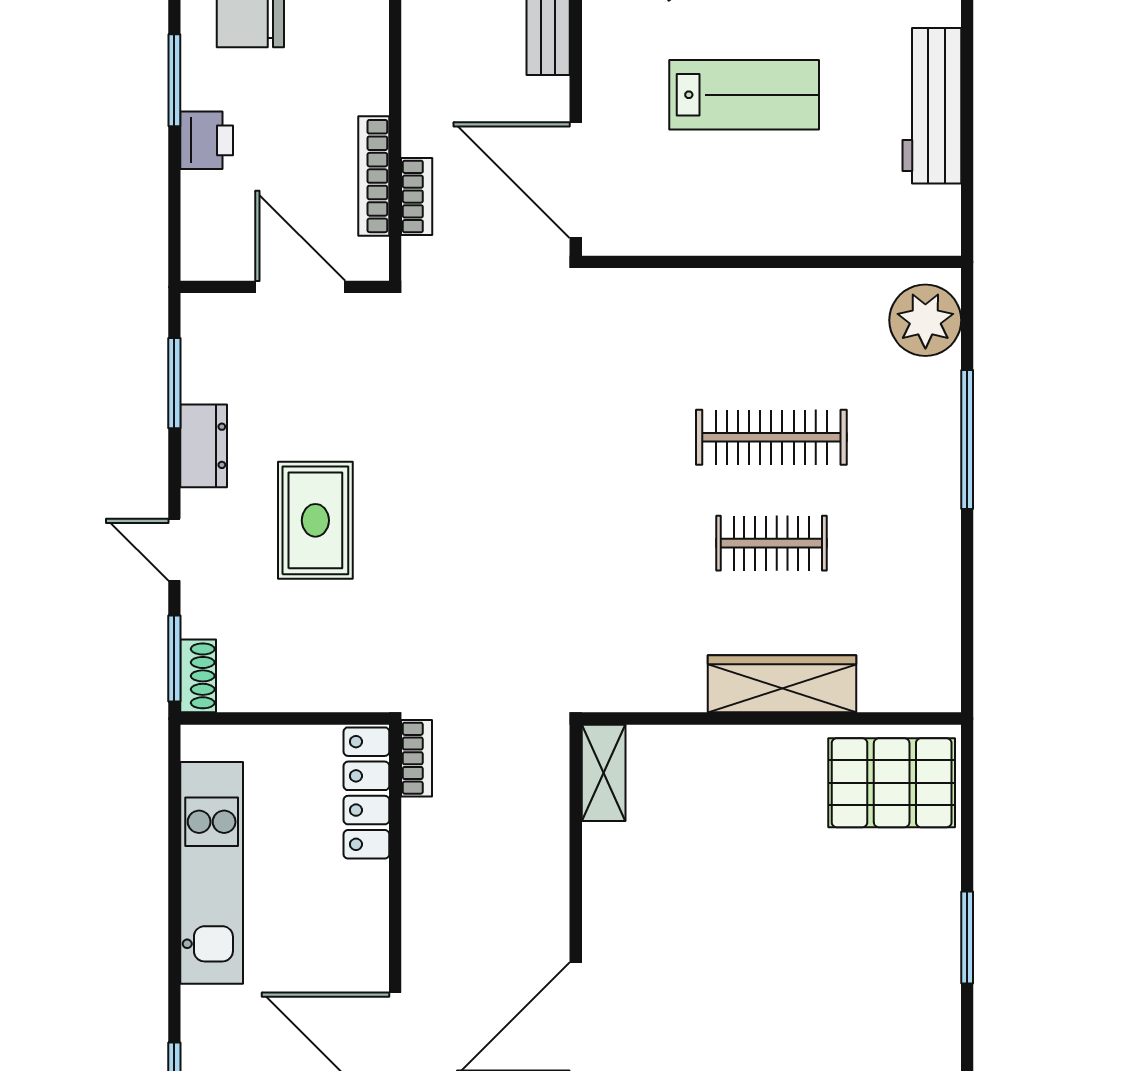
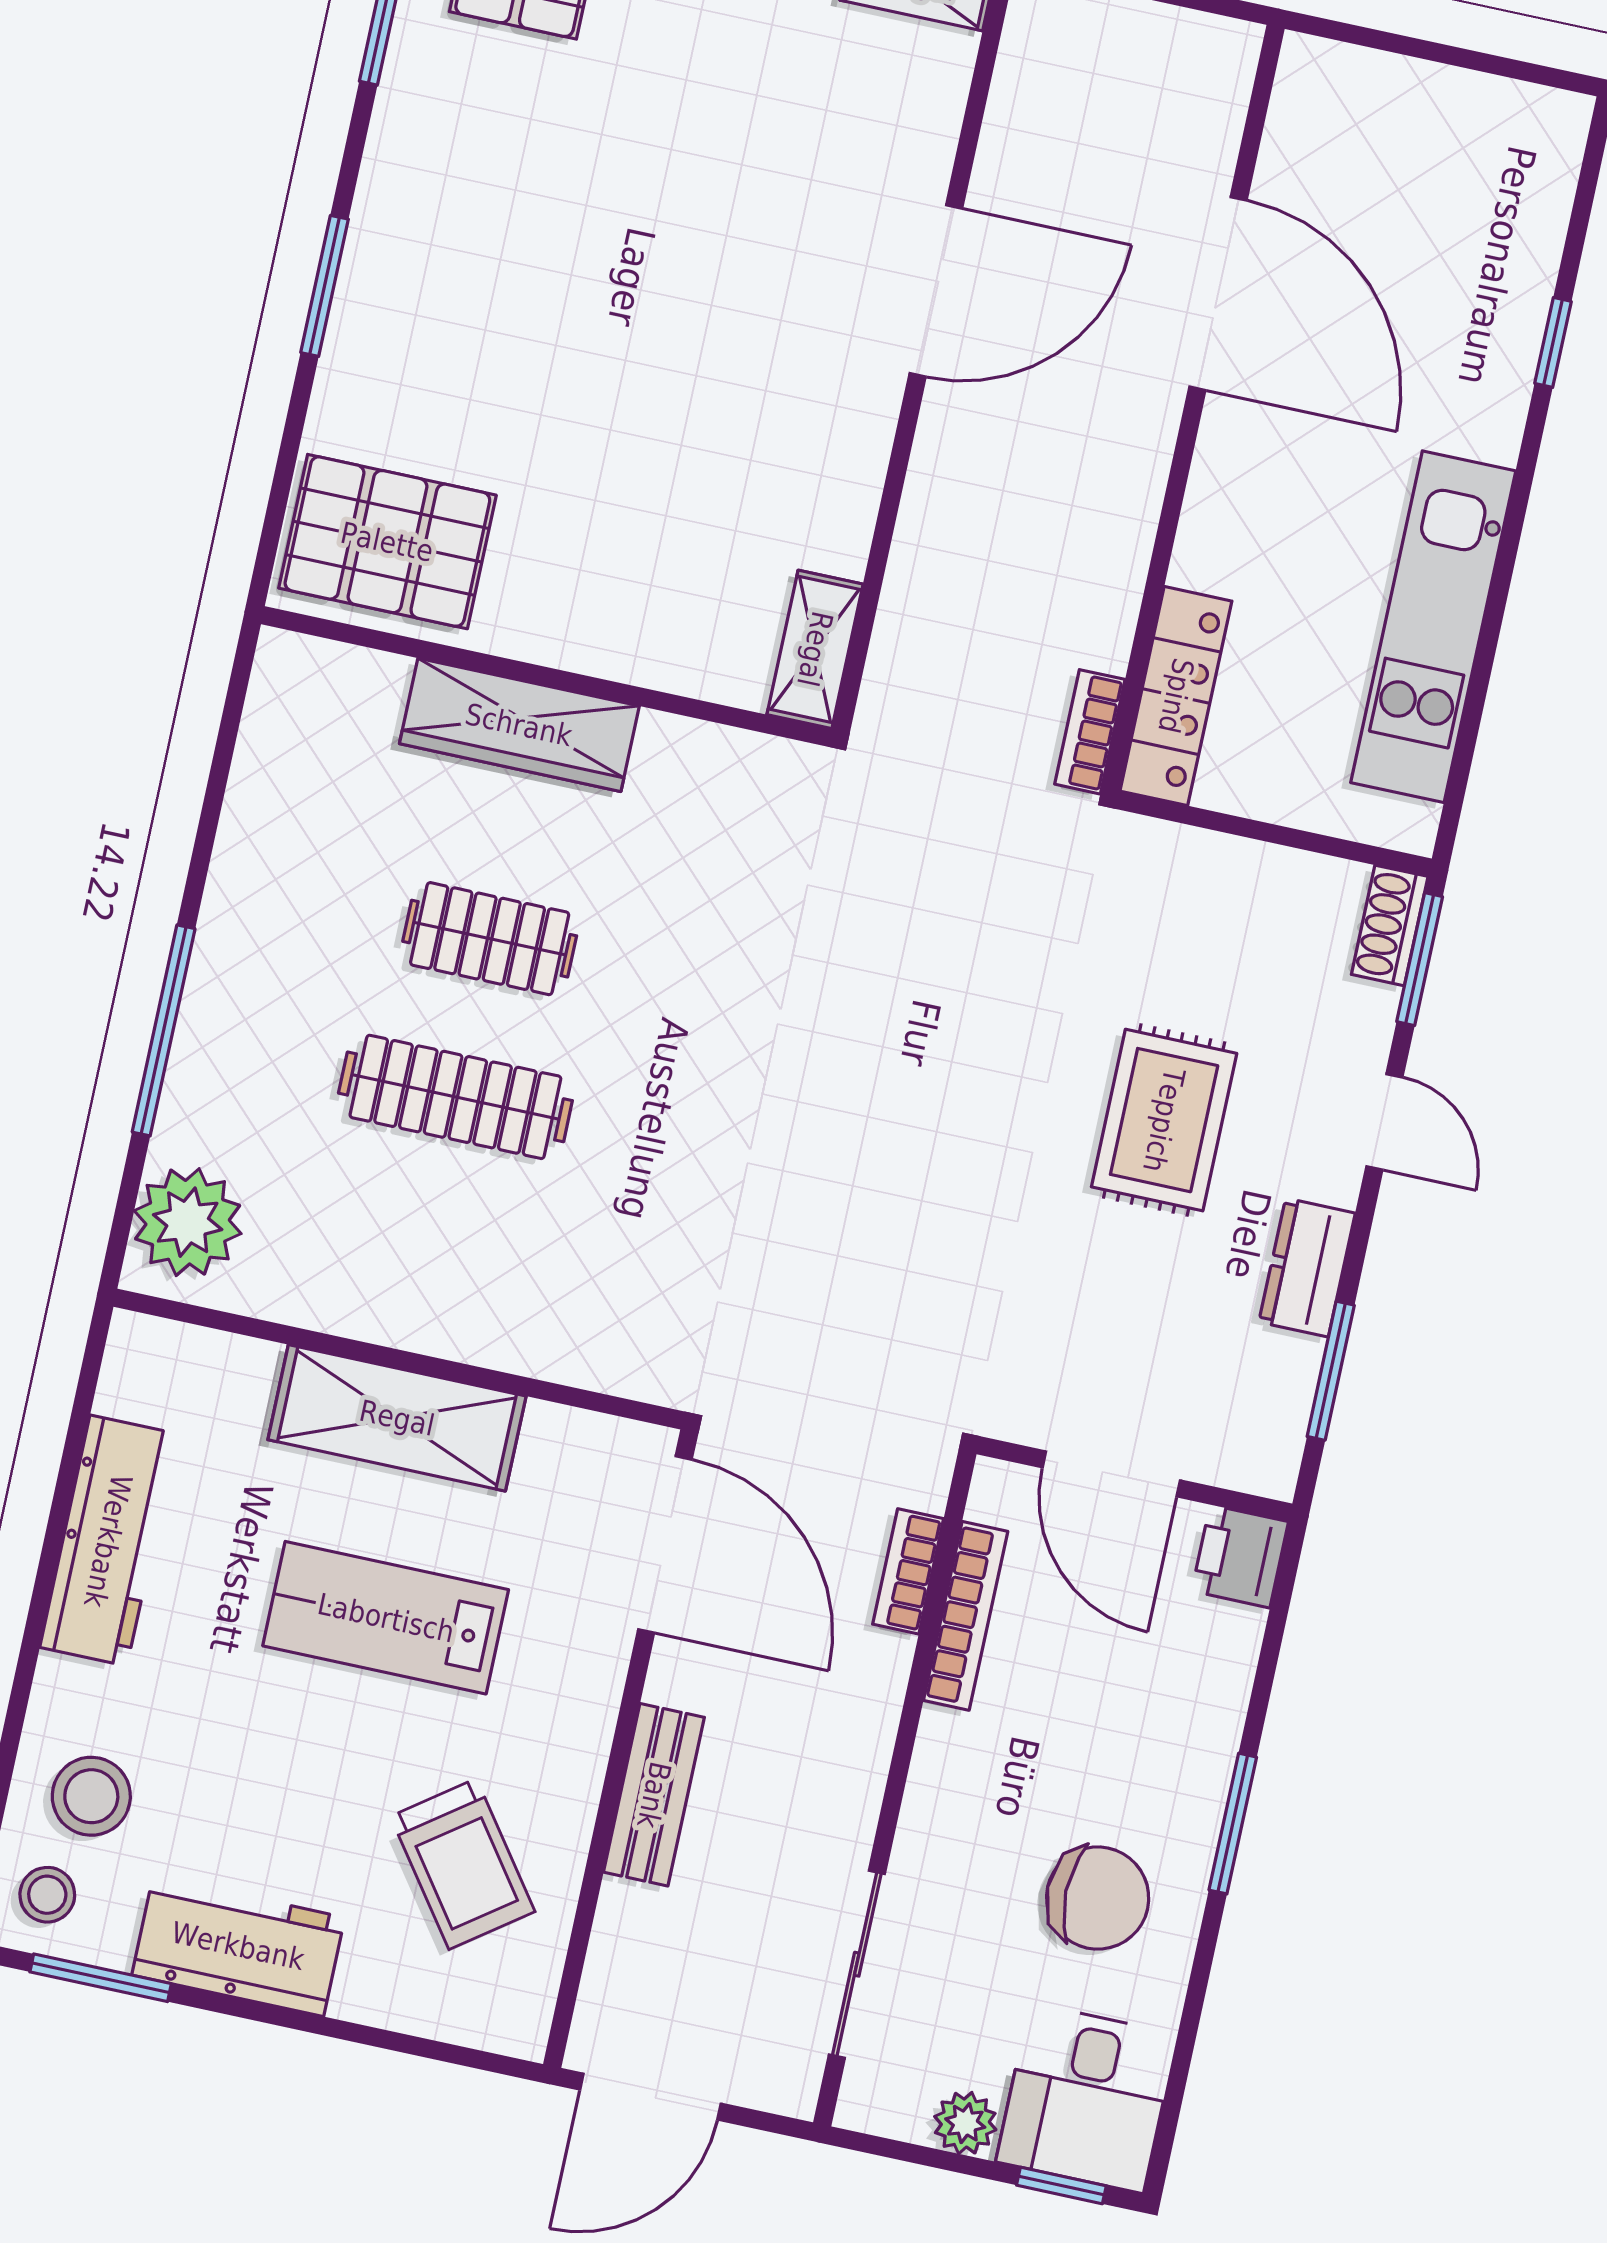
printer: (207, 140) -> (1240, 1556), moved
shelving: (765, 224) -> (397, 1418), added

